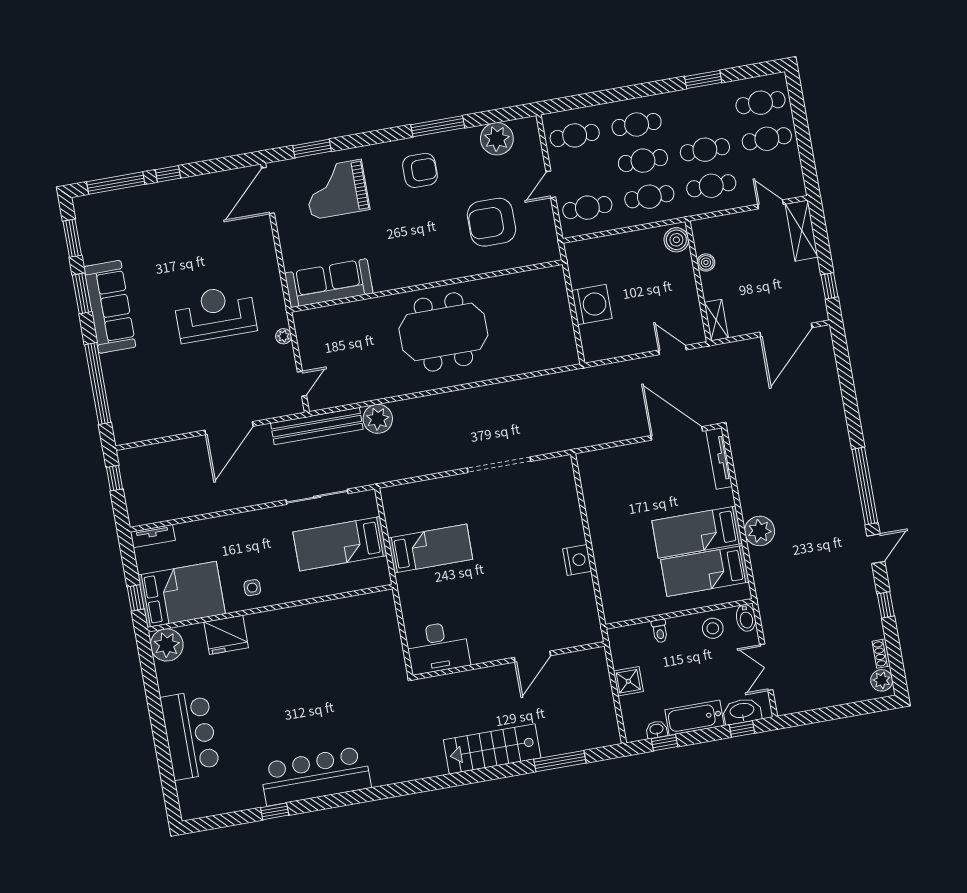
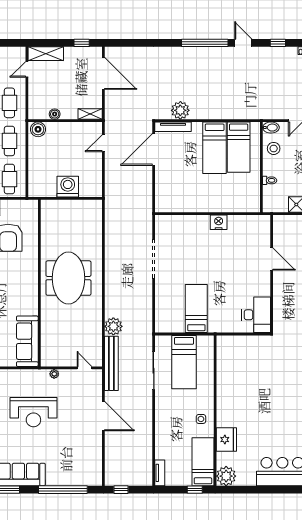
reception desk: (215, 313) -> (33, 412), turned -90
plant: (760, 531) -> (180, 110), moved
bed: (182, 594) -> (203, 462), width x0.67

